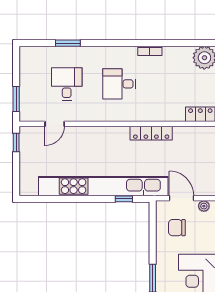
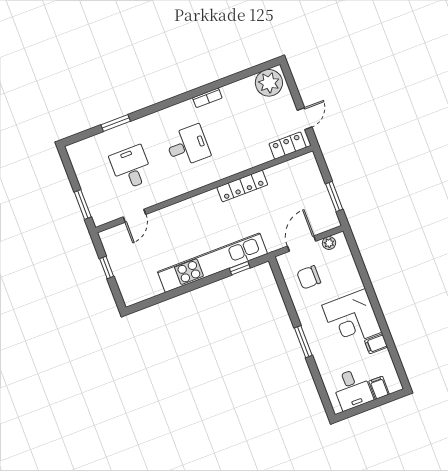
desk: (119, 84) -> (188, 146), turned 180
window: (16, 143) -> (107, 268), moved
kitchen unit: (103, 186) -> (212, 263), width x0.73
door: (181, 198) -> (302, 244), hinge flipped

